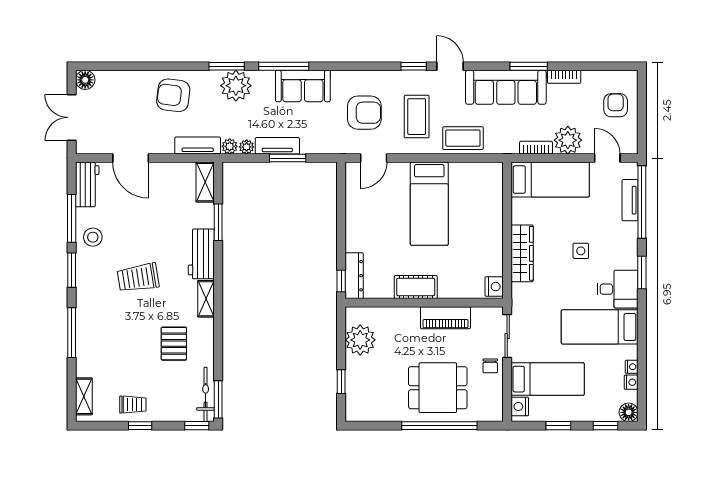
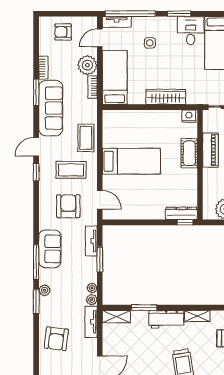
plant: (236, 86) -> (45, 290), width x0.53, depth x0.53
tv unit: (277, 146) -> (91, 241), moved
tv unit: (630, 200) -> (117, 22), moved
side table: (581, 251) -> (150, 43), moved
cot: (416, 287) -> (189, 153), moved

